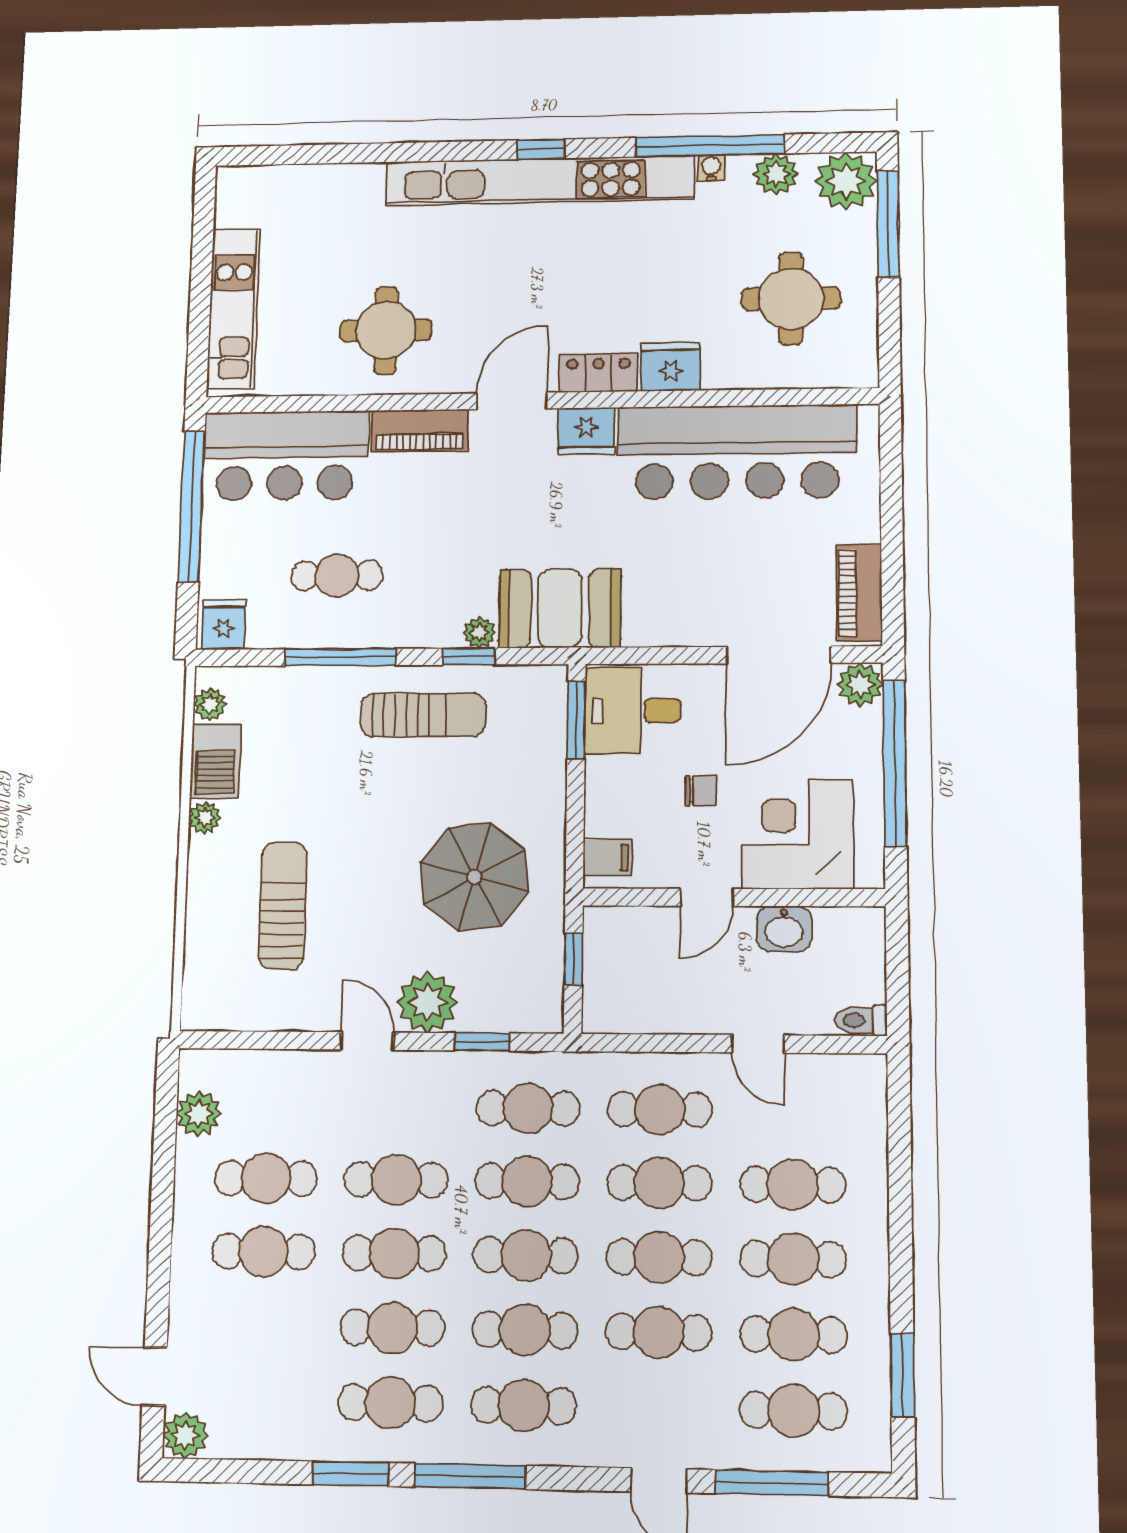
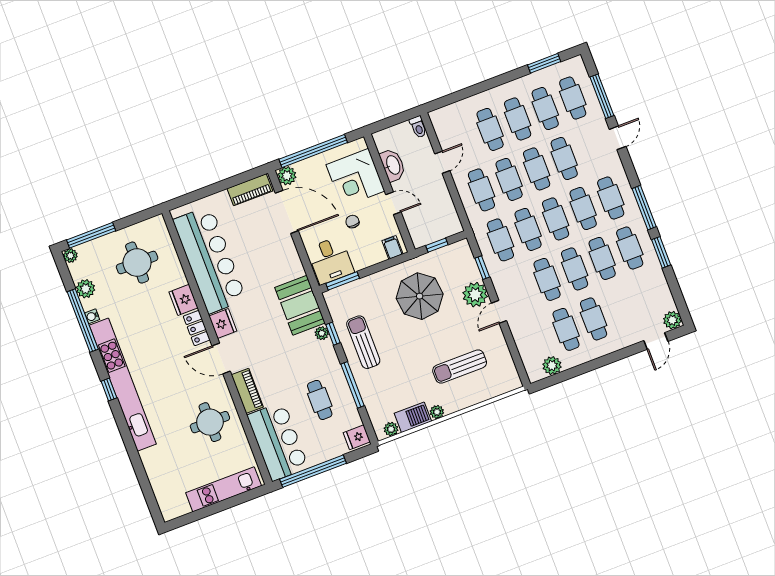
plant: (846, 181) -> (70, 256), width x0.53, depth x0.53
washbasin: (784, 929) -> (393, 165), width x1.38

